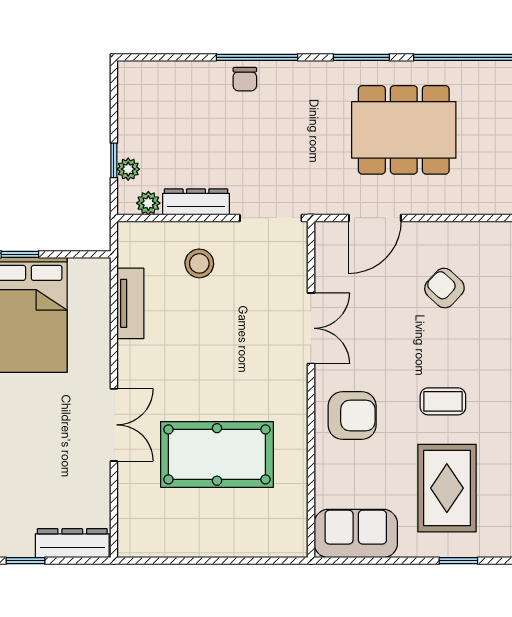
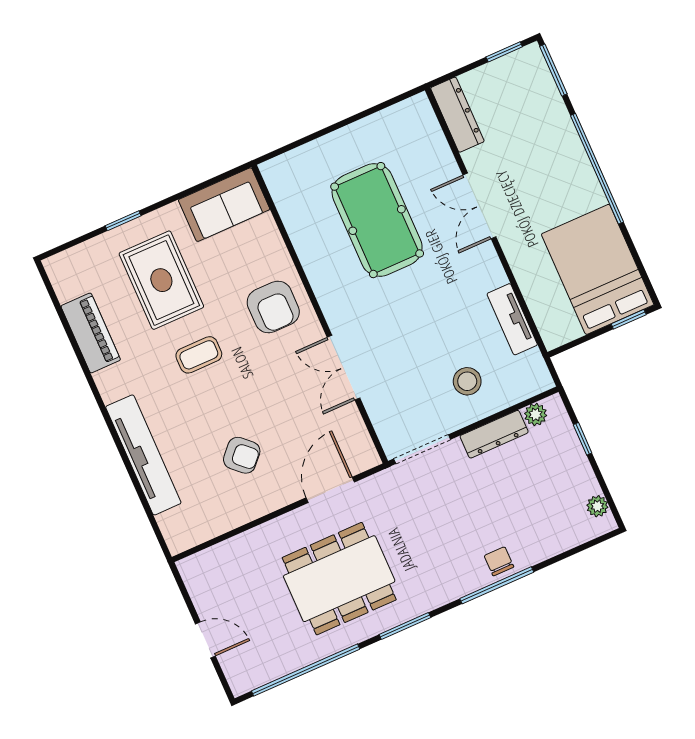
plant: (128, 169) -> (597, 506), moved
armchair: (352, 416) -> (273, 307), turned -90
pool table: (217, 454) -> (377, 220), turned 90
dresser: (72, 543) -> (457, 115), moved, turned -90

